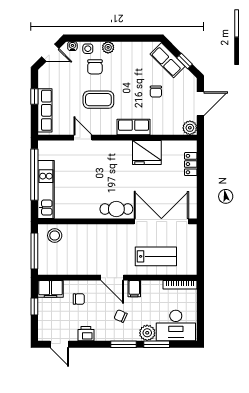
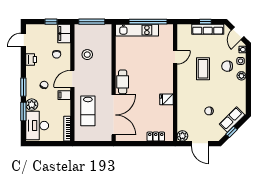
row of seats: (45, 110) -> (208, 29), moved
row of seats: (134, 127) -> (183, 95), removed
fridge: (147, 152) -> (167, 99), width x0.53, depth x0.75
stool: (55, 235) -> (87, 55), moved

